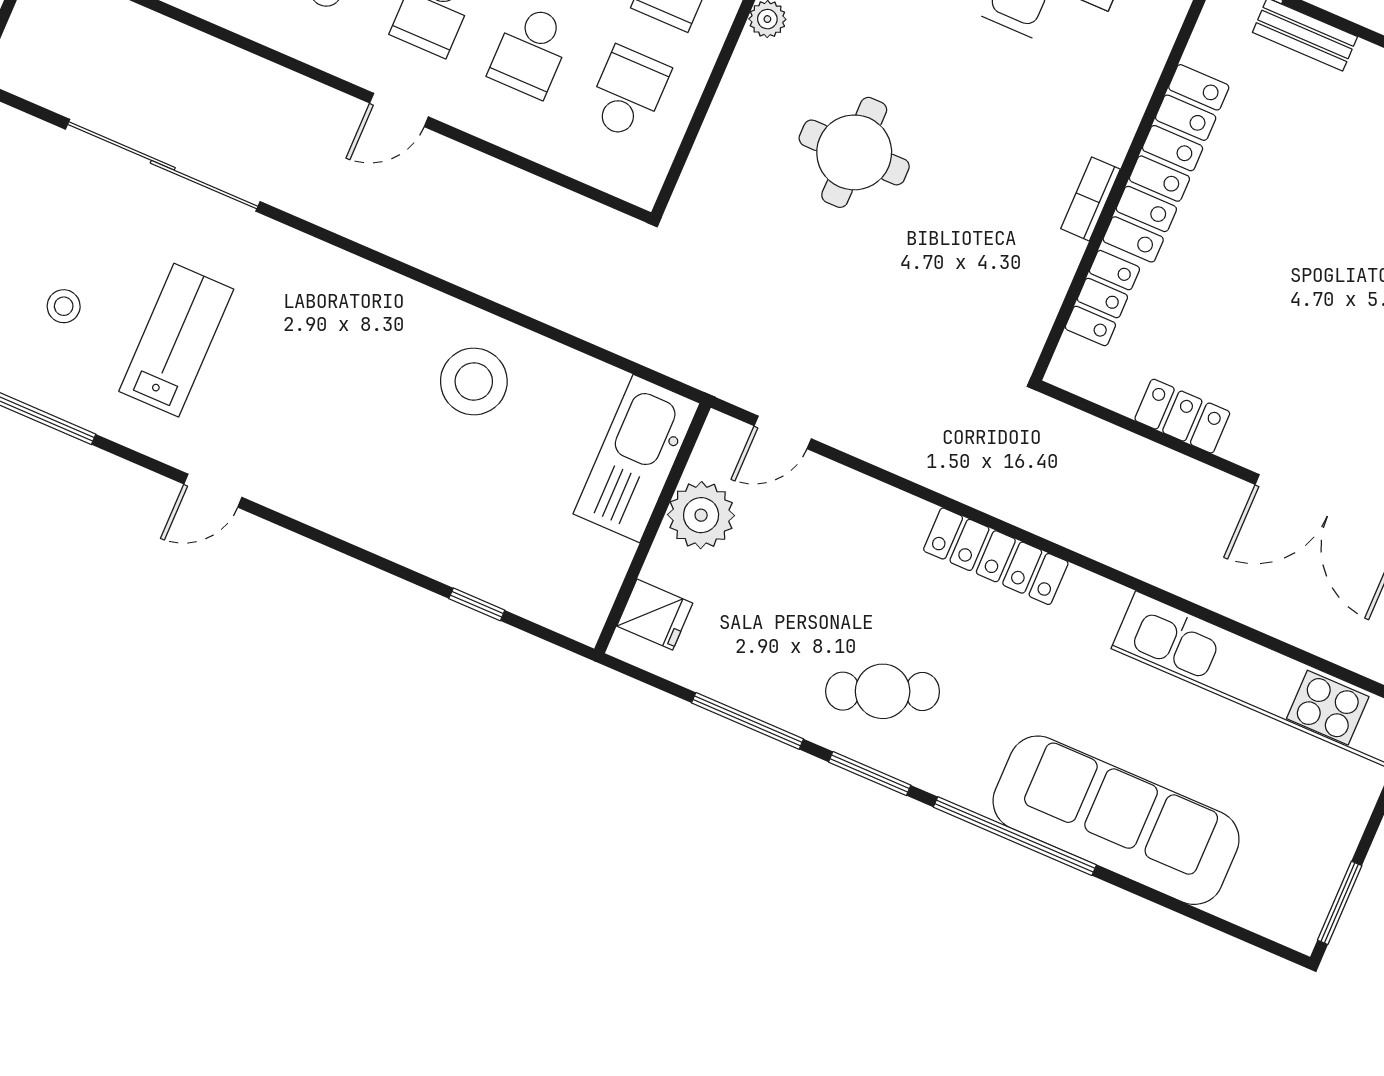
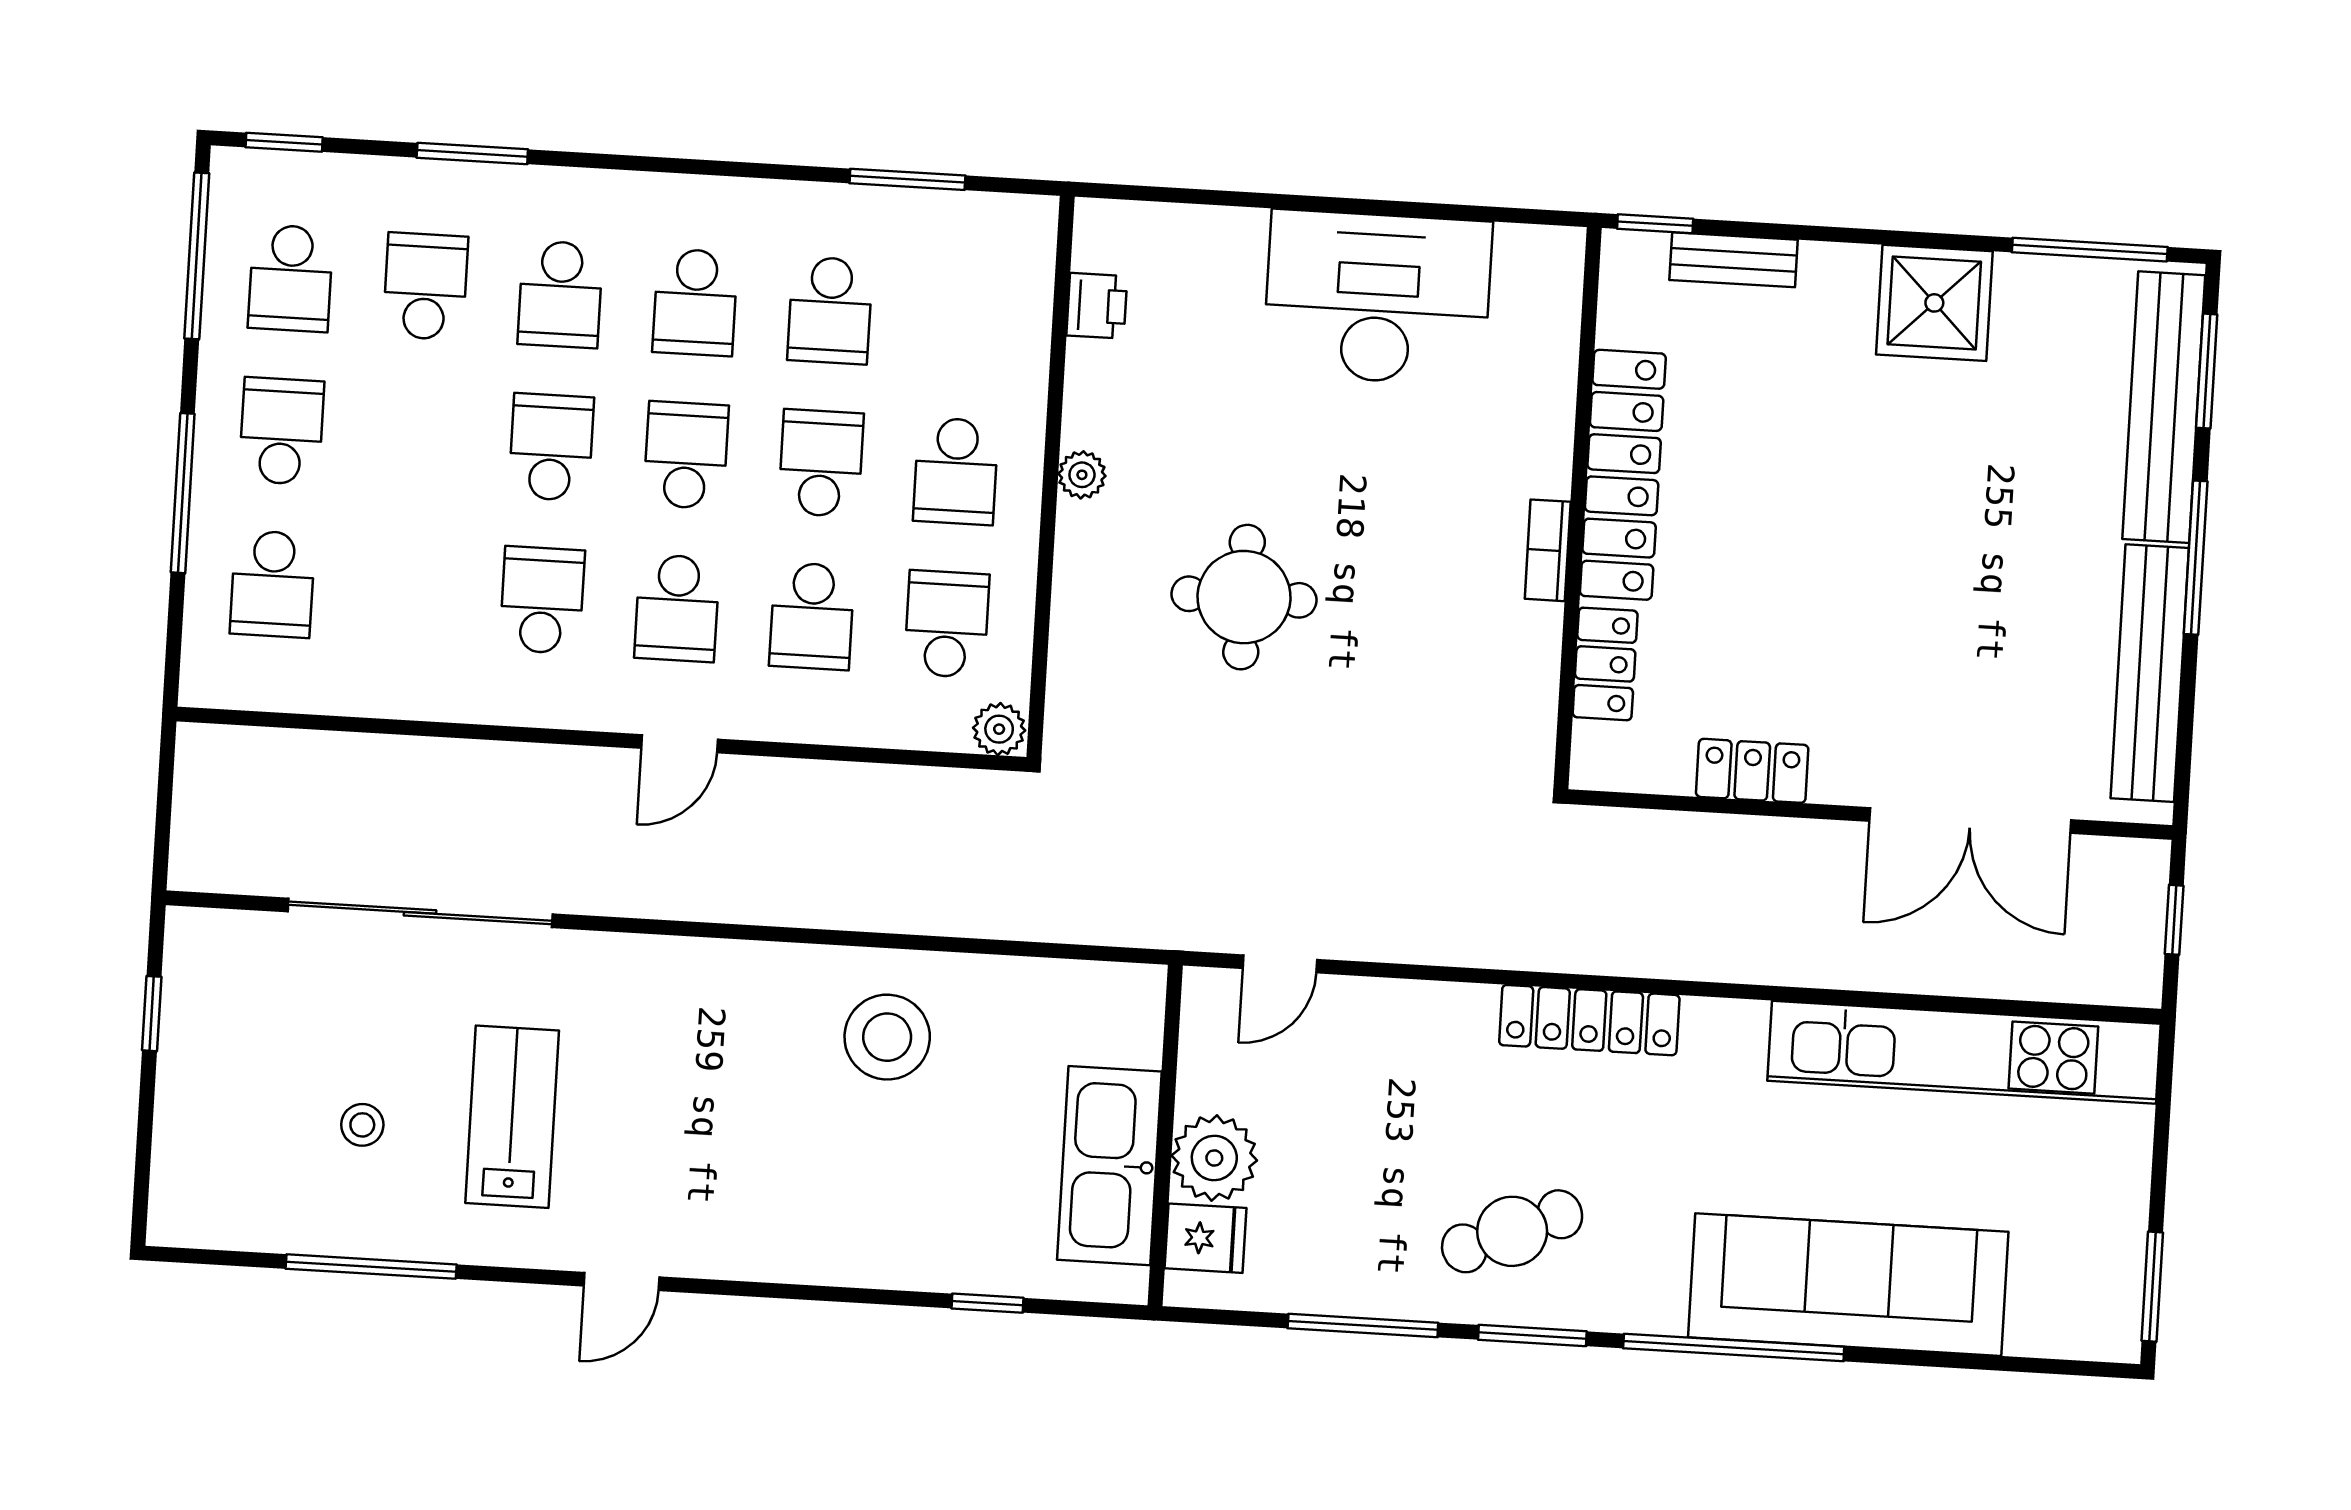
plant: (638, 184) -> (999, 729), added
kitchen sink: (636, 458) -> (1109, 1166), moved
plant: (701, 515) -> (1214, 1158), moved

